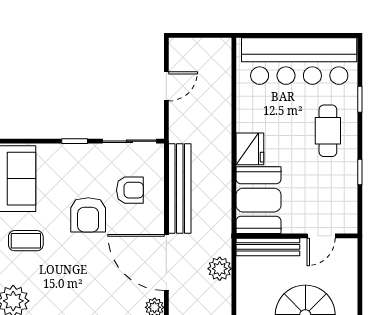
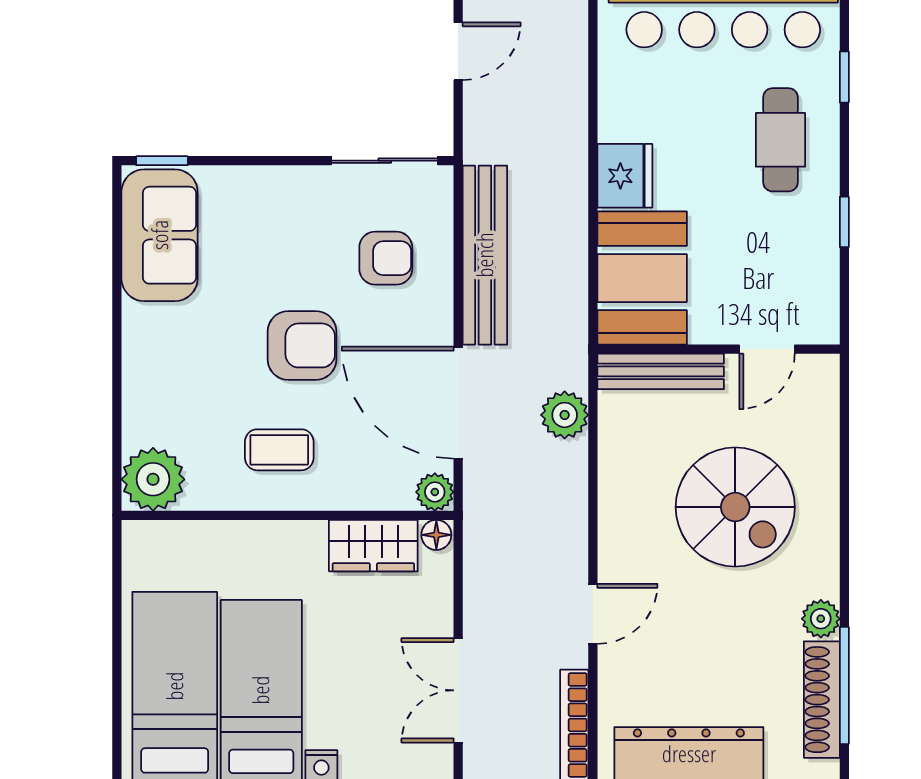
window: (75, 141) -> (162, 161), moved
armchair: (88, 215) -> (302, 345), moved, turned -90
coffee table: (26, 241) -> (279, 450), moved

